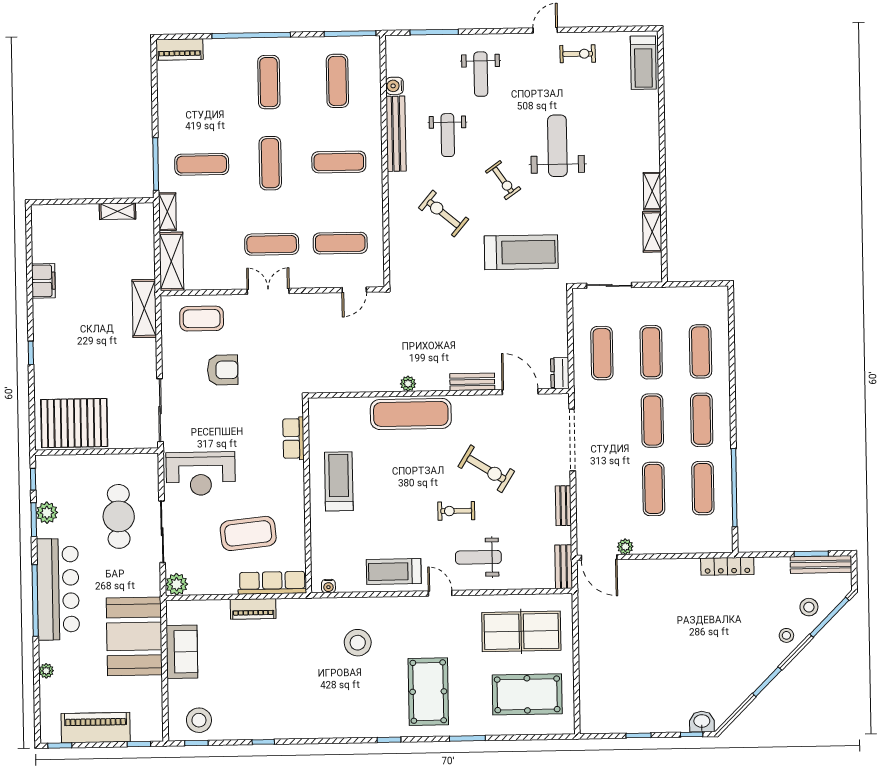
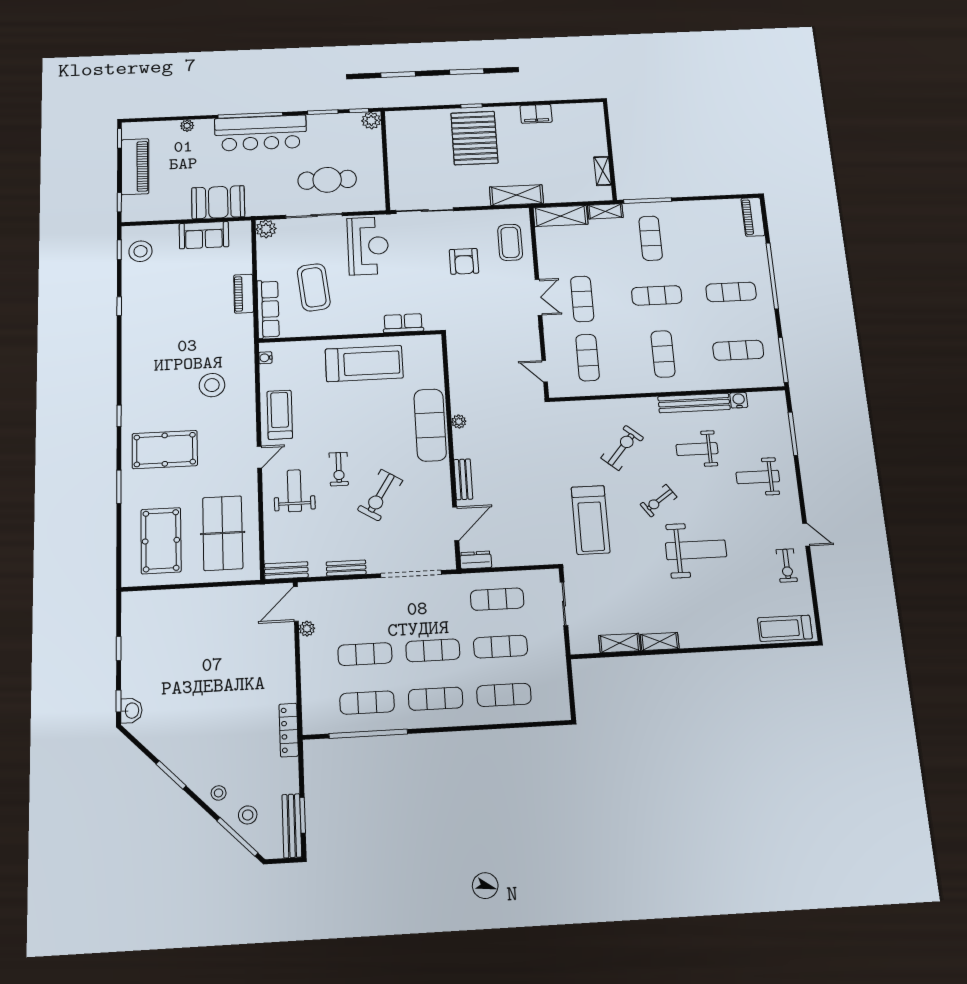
pallet: (74, 423) -> (474, 138), moved
reception desk: (201, 474) -> (368, 246), turned 180
treadmill: (339, 481) -> (364, 364), width x1.37, depth x1.38
exercise bike: (456, 511) -> (339, 469), turned 180
plant: (47, 513) -> (371, 121), moved
booth: (134, 636) -> (218, 202), width x0.73, depth x0.70

